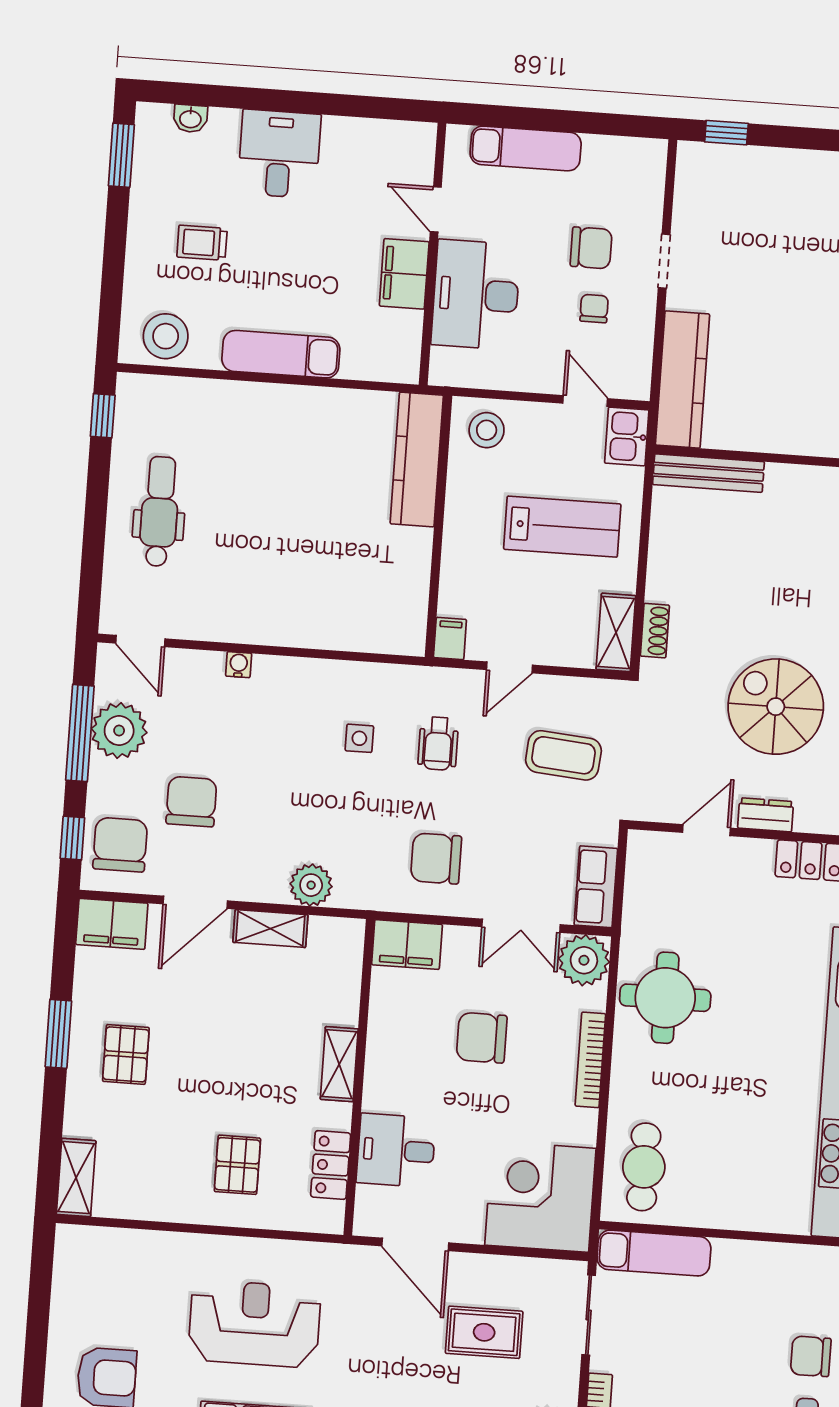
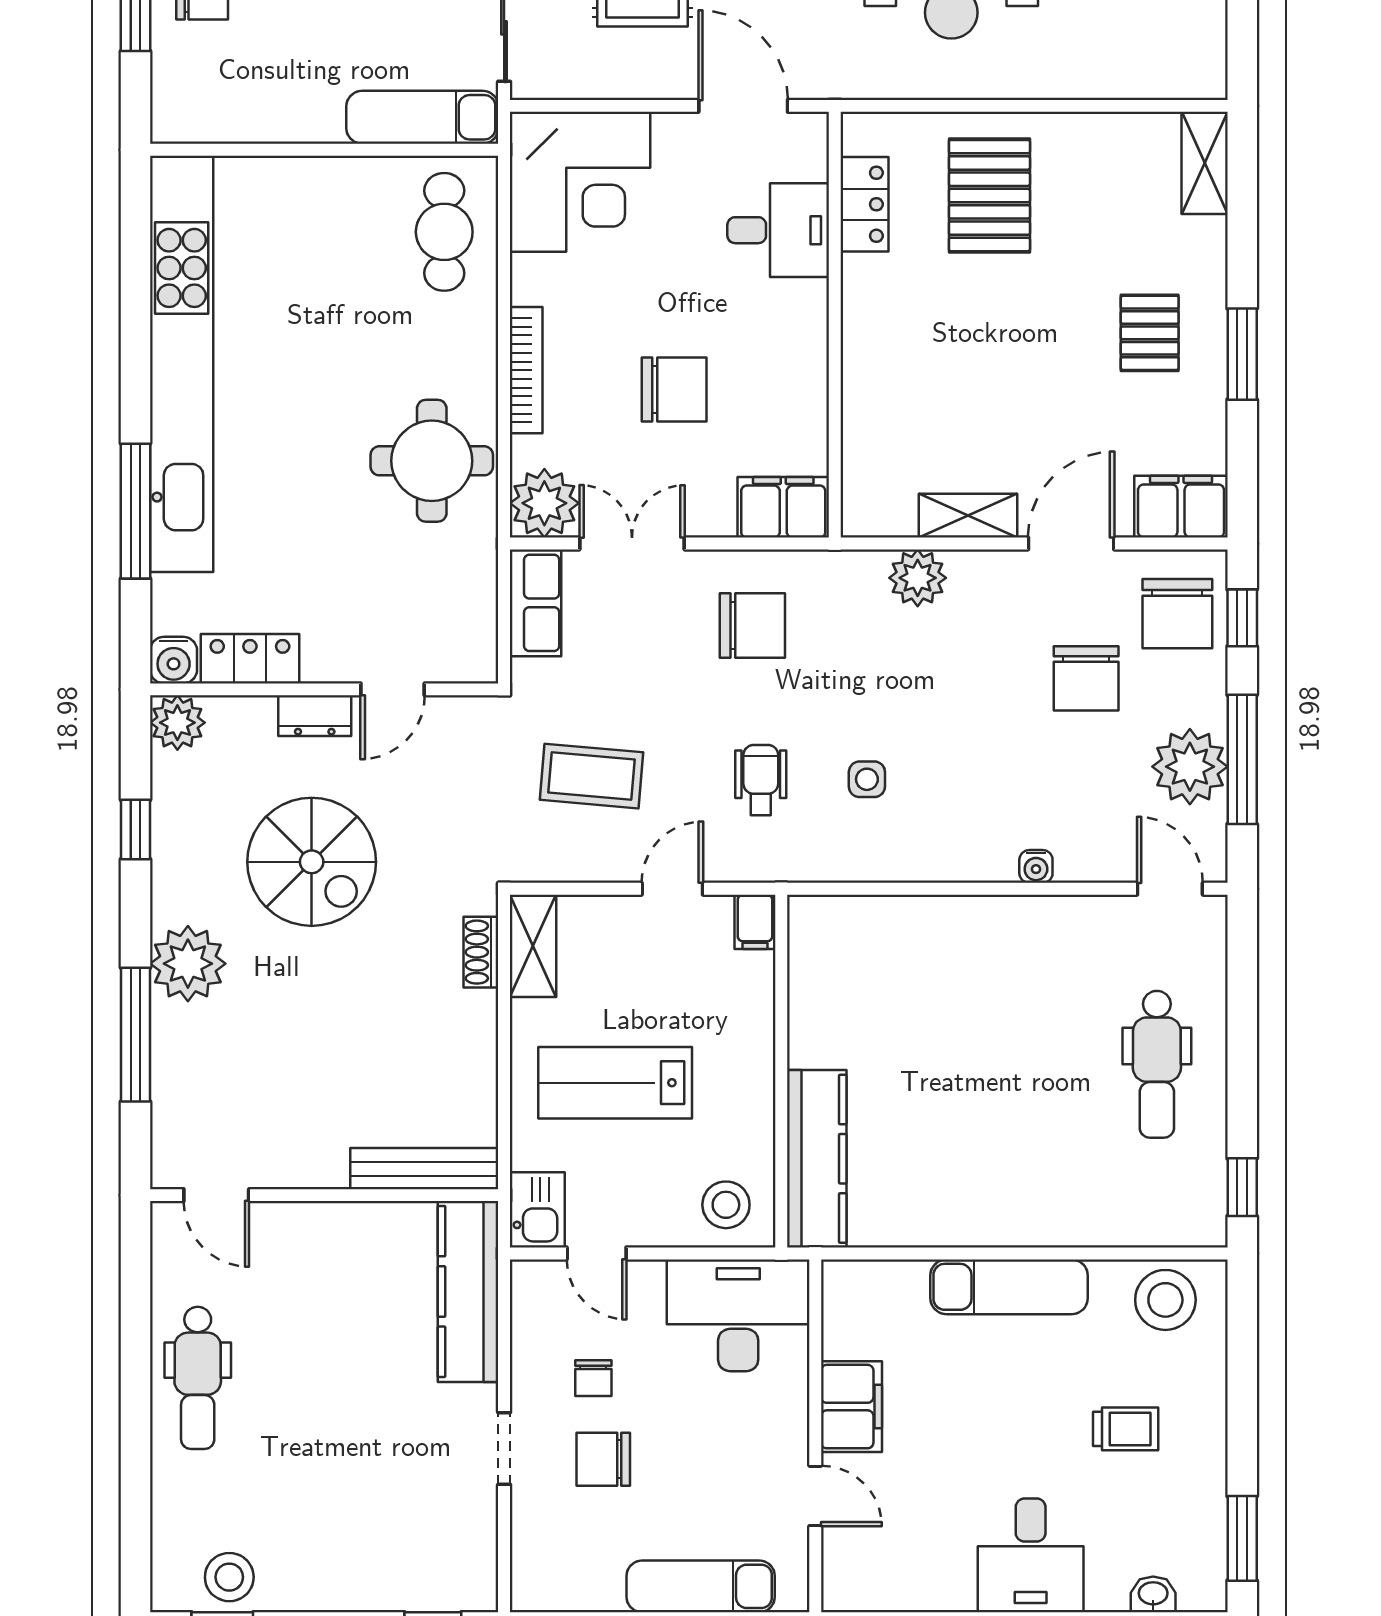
desk: (476, 295) -> (738, 1315), moved, turned -90
shelving: (339, 1064) -> (863, 340), removed
pallet: (237, 1165) -> (989, 196), width x1.50, depth x1.42

